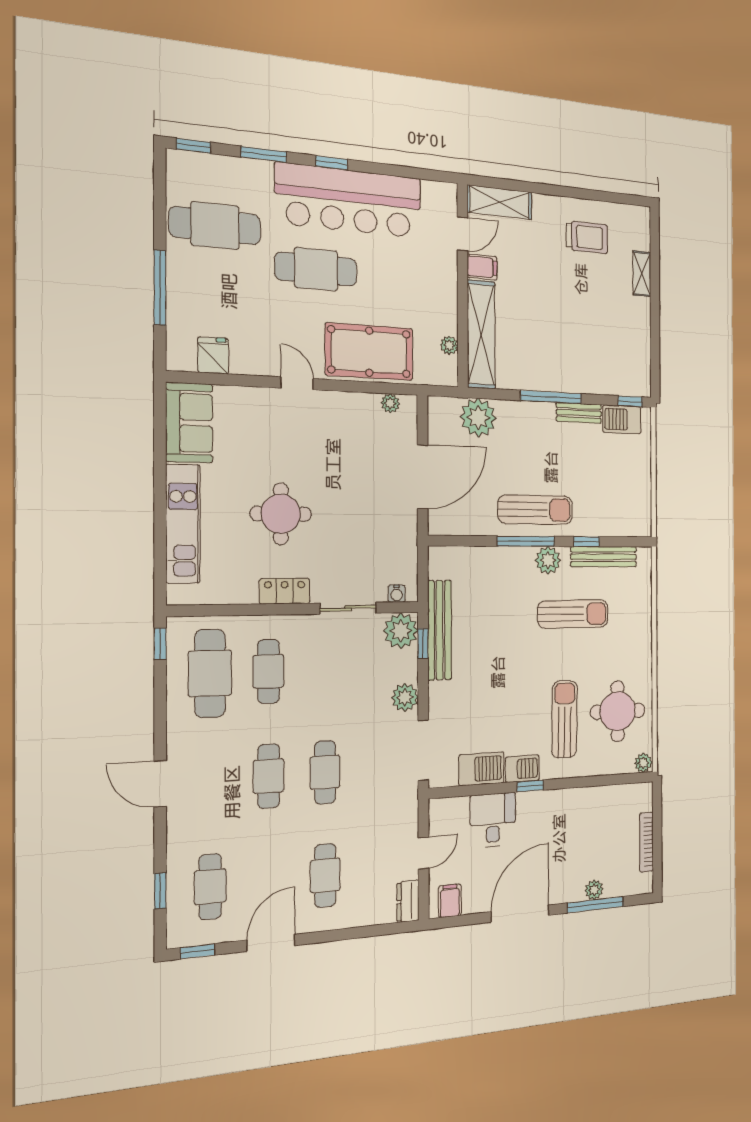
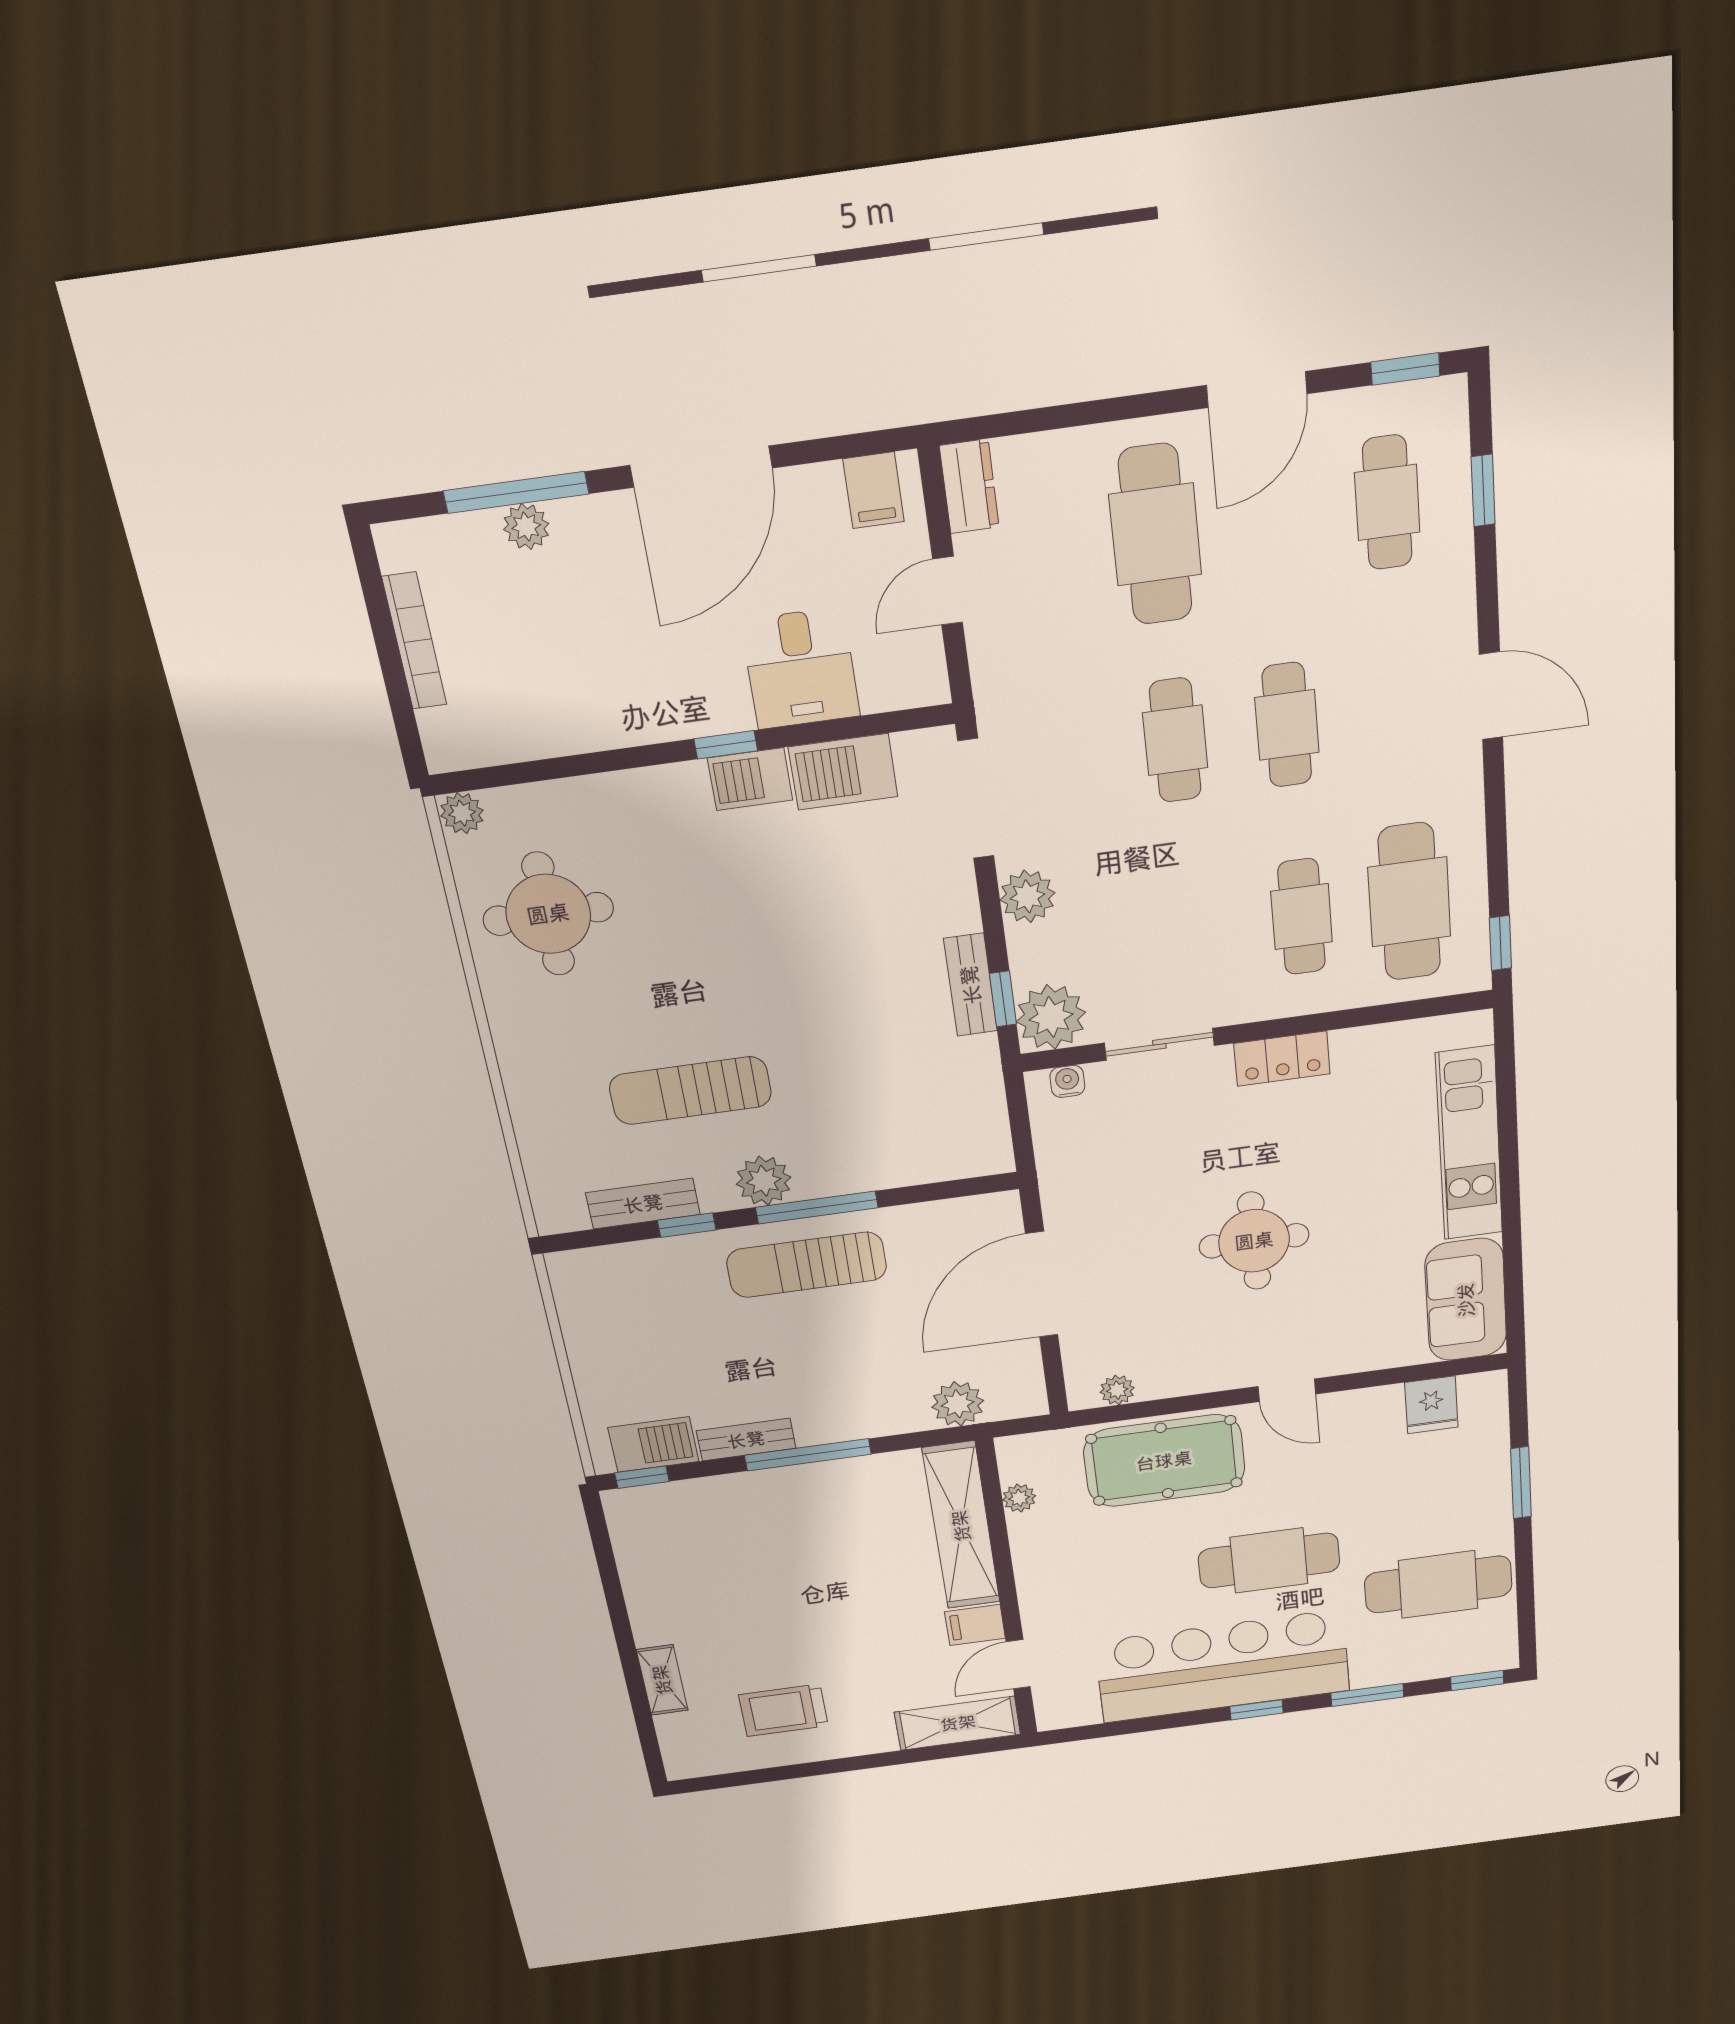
window: (160, 288) -> (1521, 1483), width x0.69
plant: (478, 418) -> (958, 1404), width x0.73, depth x0.73
round table: (281, 514) -> (1254, 1241), moved
bench: (604, 557) -> (643, 1204), width x0.73
bench: (440, 630) -> (971, 985), width x0.54, depth x0.82
sun lounger: (565, 719) -> (671, 887), removed
cafe table: (325, 875) -> (1155, 535), width x1.37, depth x1.35

